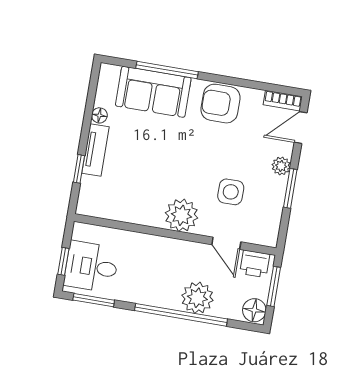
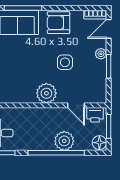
side table: (231, 192) -> (65, 62), moved

